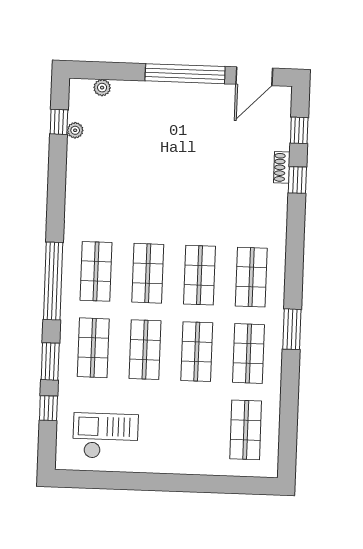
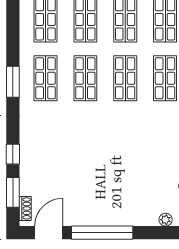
window: (299, 130) -> (13, 192), width x1.50
shoe rack: (282, 167) -> (25, 208), moved
window: (292, 329) -> (13, 82), moved

